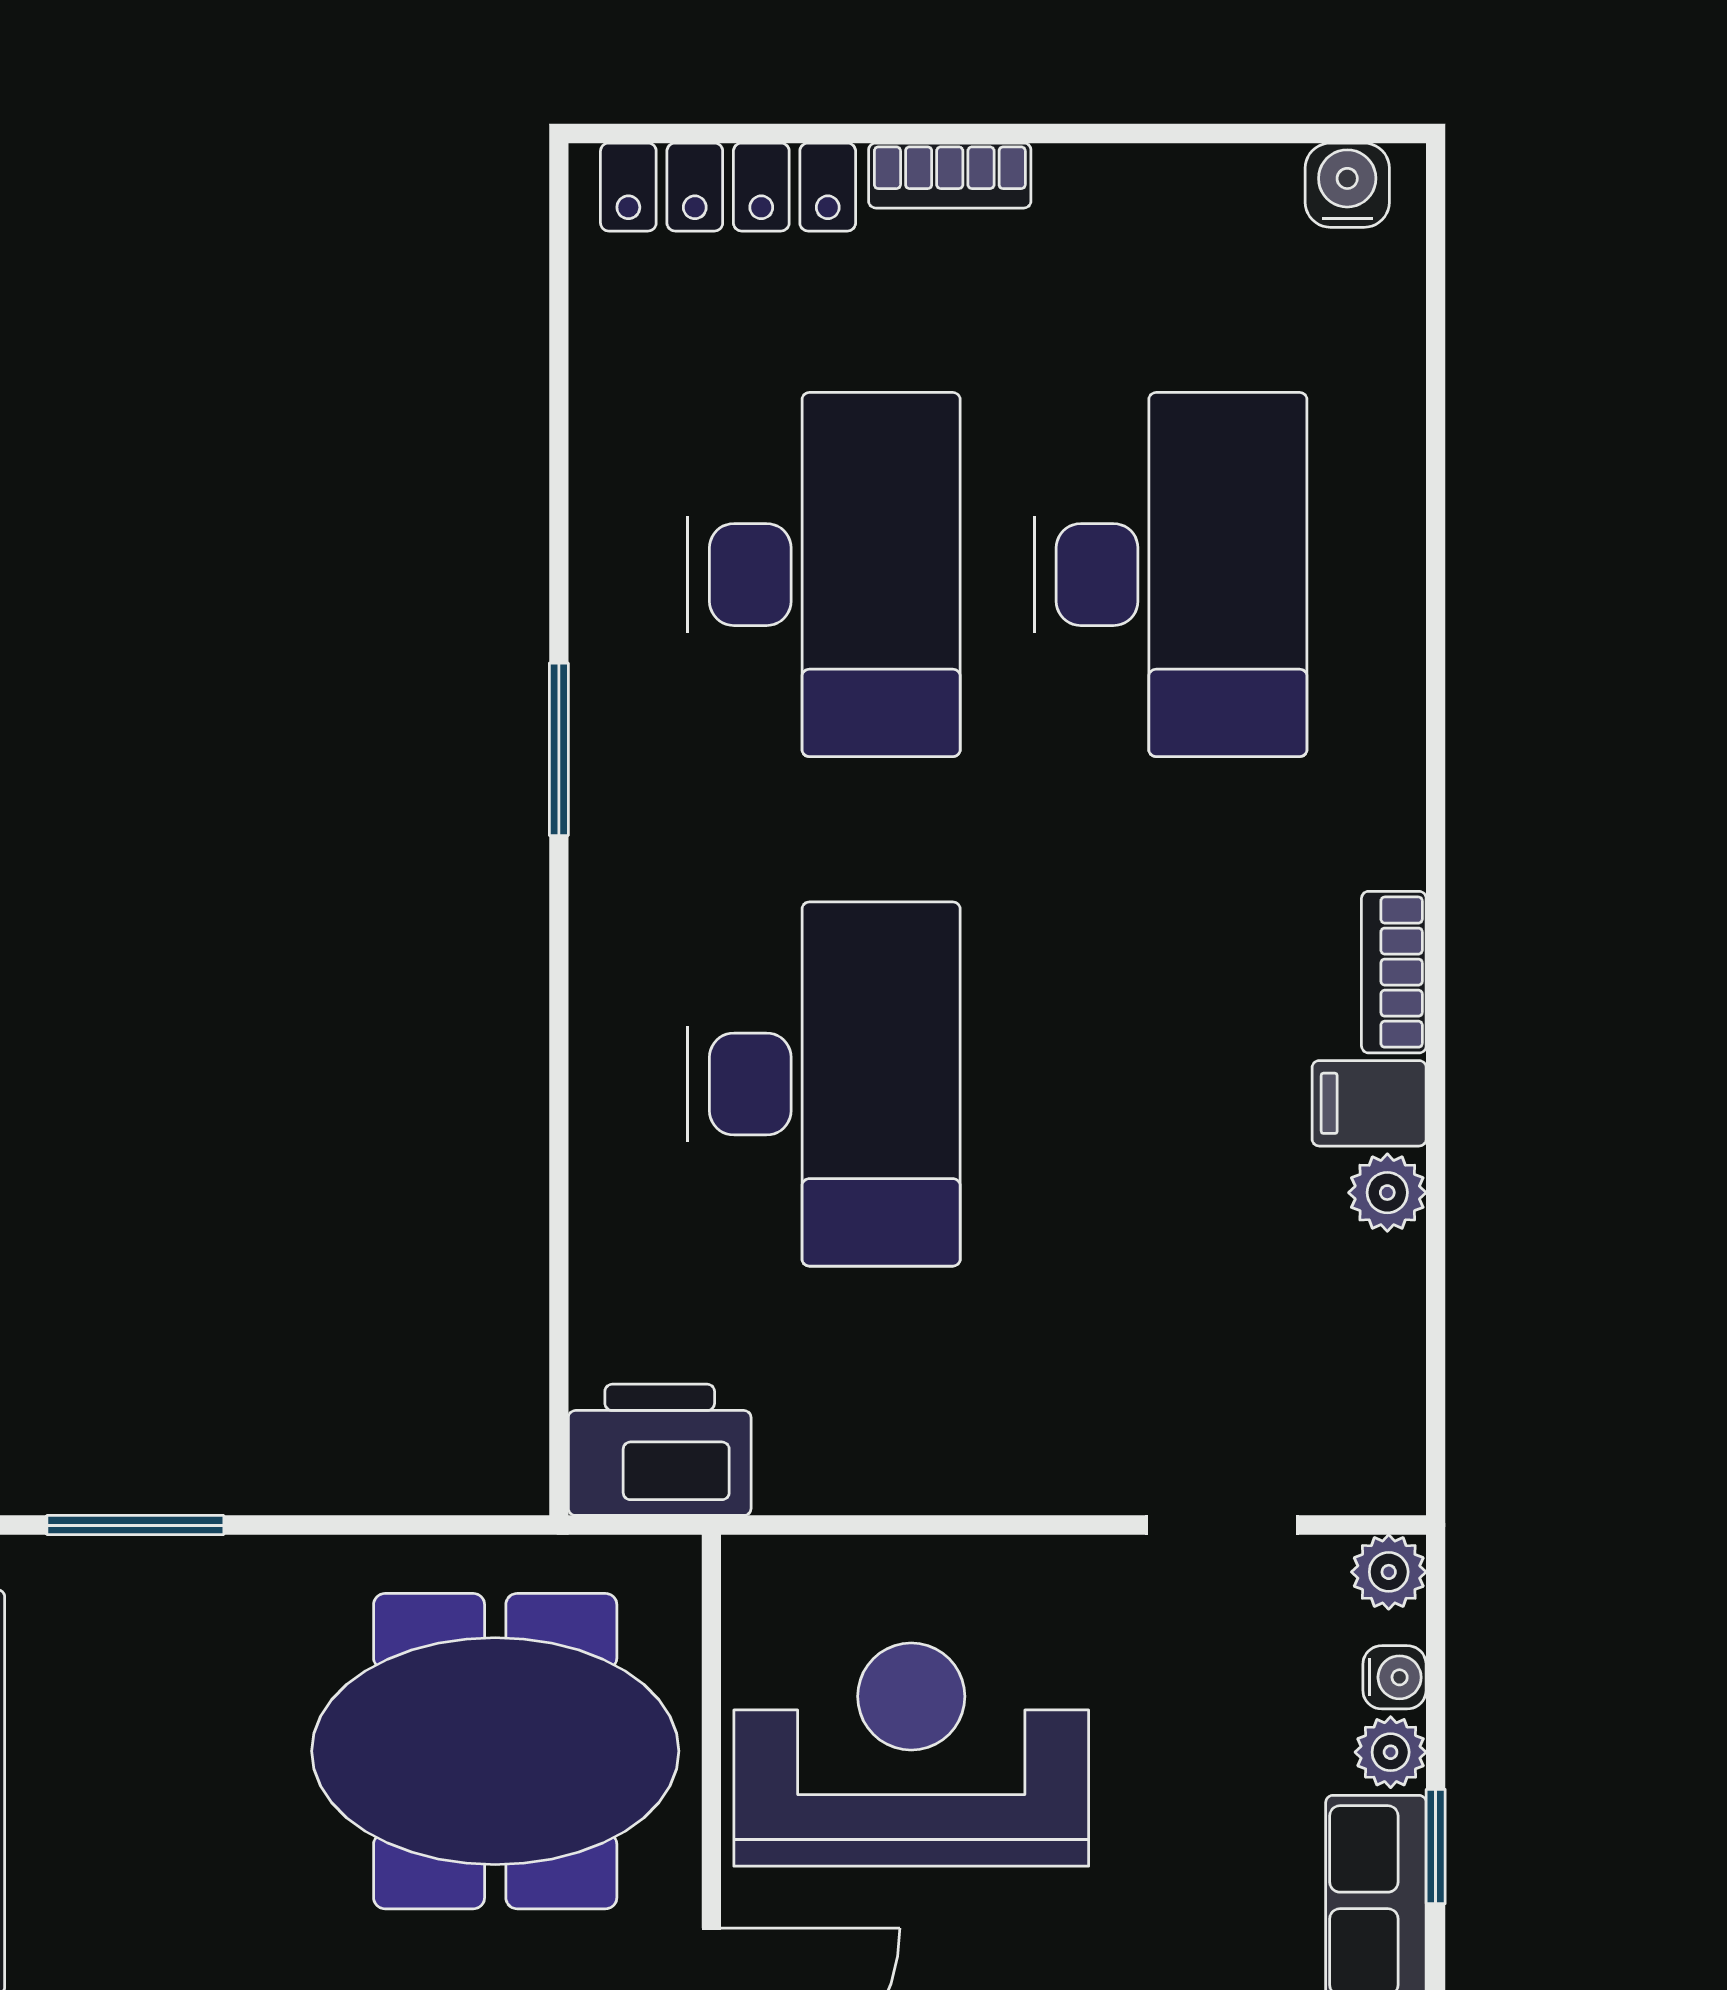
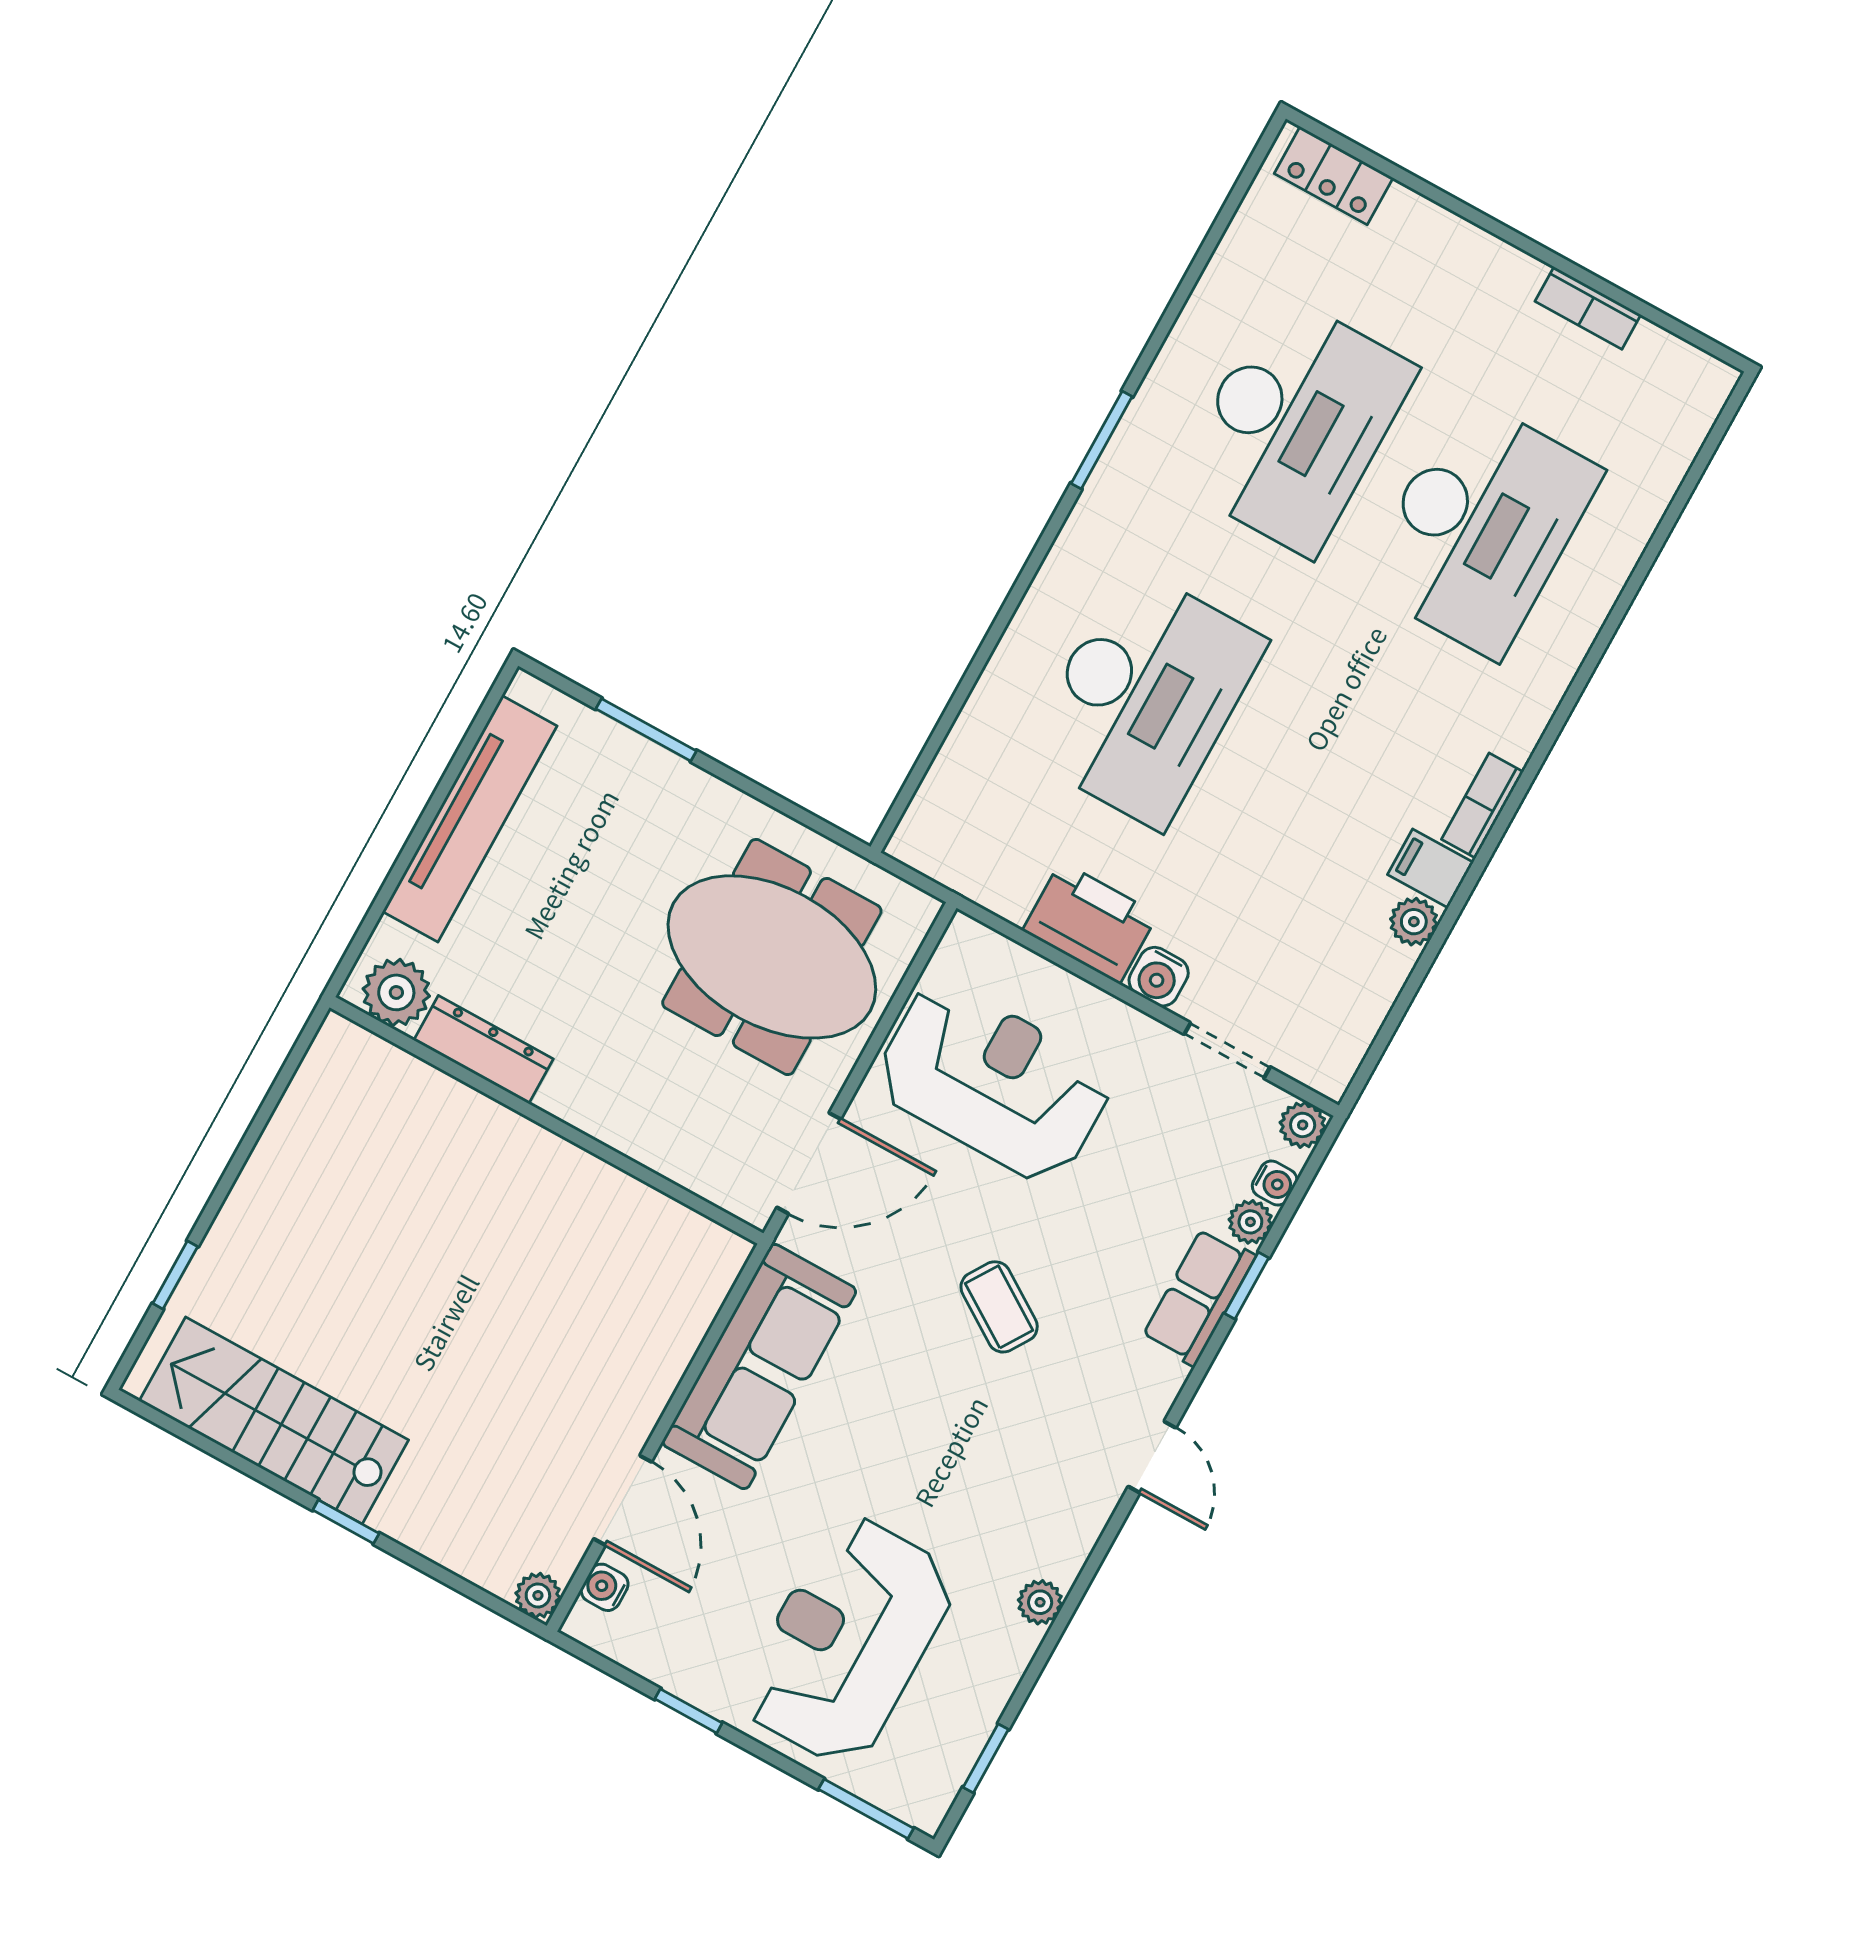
bookcase: (950, 176) -> (1588, 308), moved
water cooler: (1347, 185) -> (1159, 977), moved, turned 180
locker: (728, 187) -> (1334, 176), width x0.66
printer: (660, 1450) -> (1090, 922), moved

